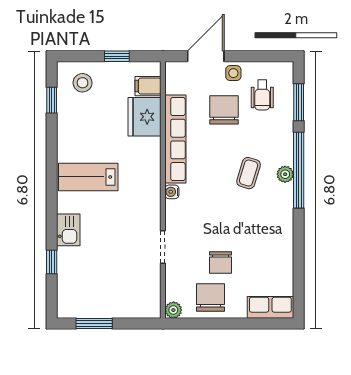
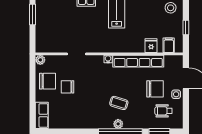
fridge: (144, 117) -> (151, 46), width x0.53, depth x0.75

